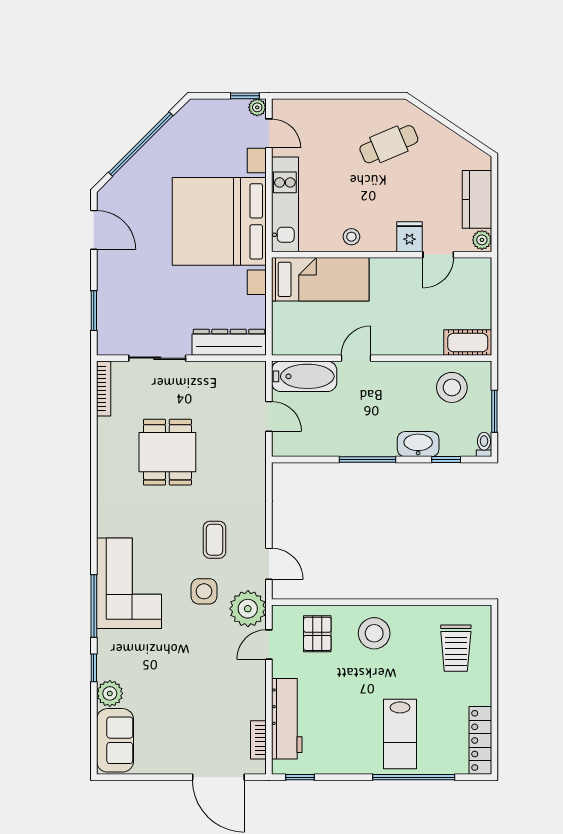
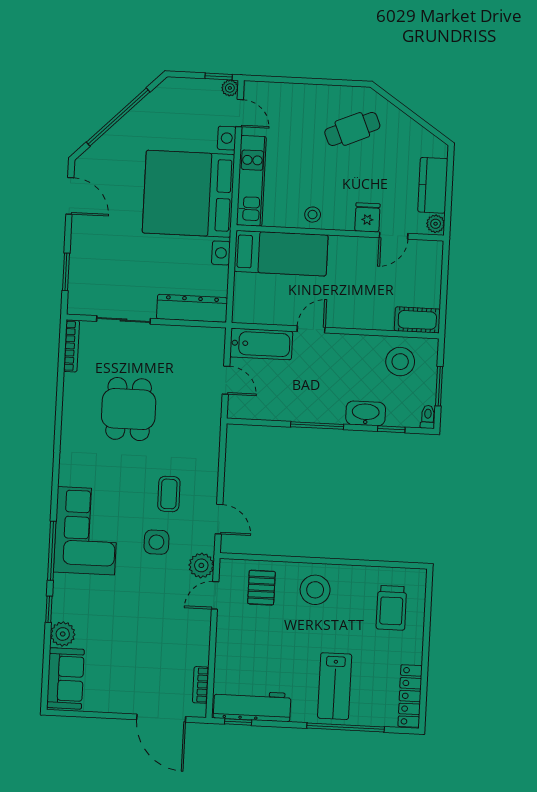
plant: (248, 609) -> (201, 565), width x0.73, depth x0.73
workbench: (287, 719) -> (252, 706), moved, turned -90

